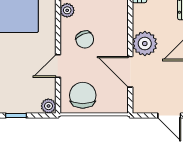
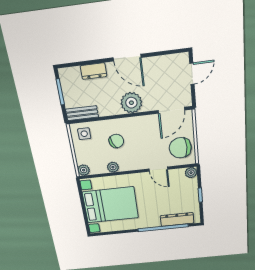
chair: (85, 39) -> (116, 141), moved
door: (130, 72) -> (171, 110), moved

